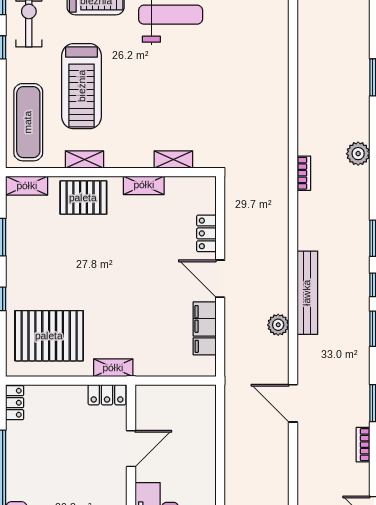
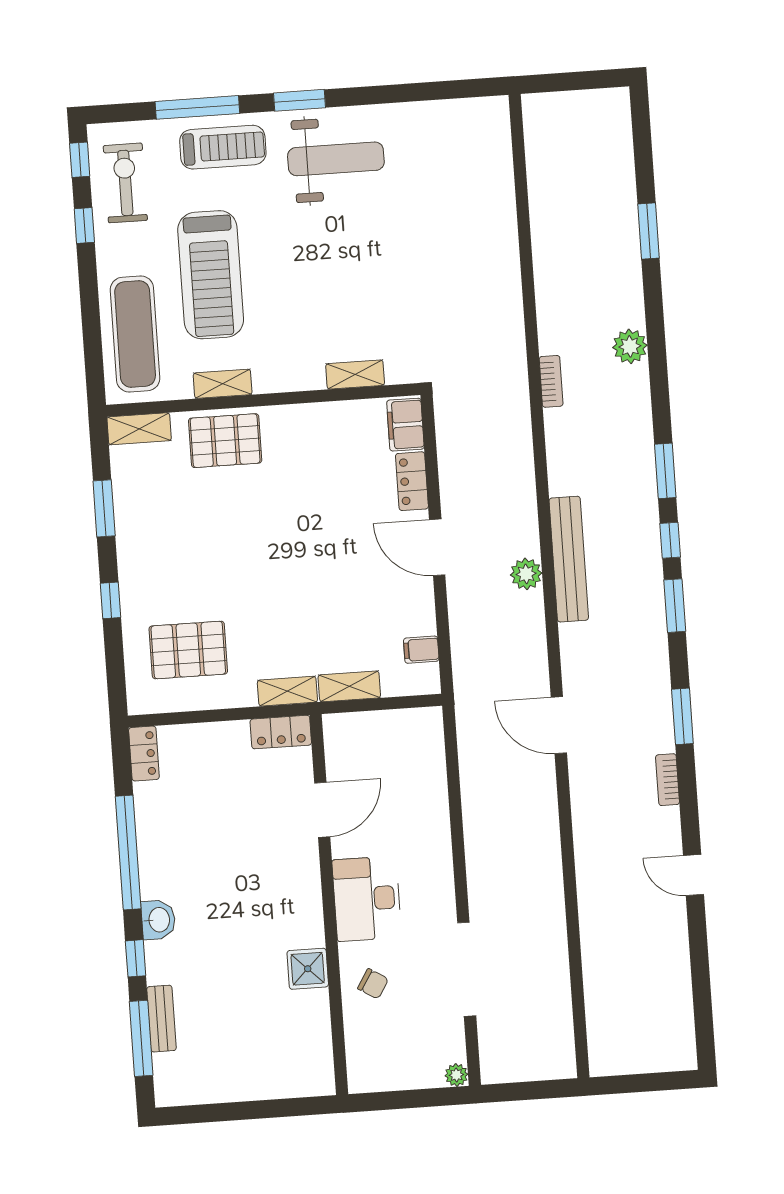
shelving: (144, 185) -> (349, 686), moved
filing cabinet: (205, 319) -> (405, 425), moved
plant: (278, 325) -> (526, 574), moved
pallet: (49, 336) -> (188, 650), width x0.73, depth x0.71

